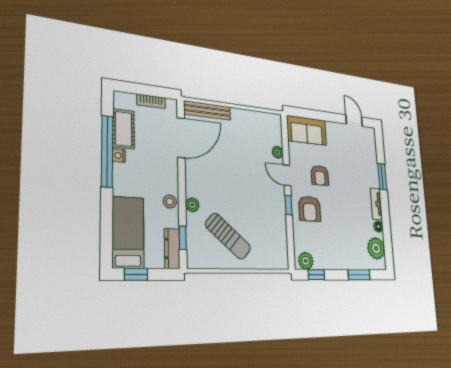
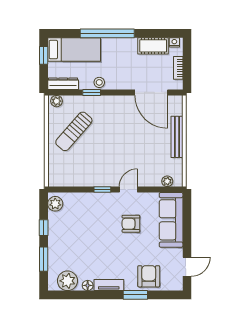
bench: (207, 111) -> (177, 137), moved
sofa: (307, 131) -> (171, 220), width x1.36
window: (107, 151) -> (107, 33), moved
plant: (278, 152) -> (167, 181), moved
nightstand: (119, 156) -> (174, 42), moved
plant: (192, 205) -> (56, 101), moved
armchair: (310, 209) -> (149, 276), moved, turned 90
window: (183, 238) -> (92, 92), moved
window: (316, 275) -> (44, 228), moved

